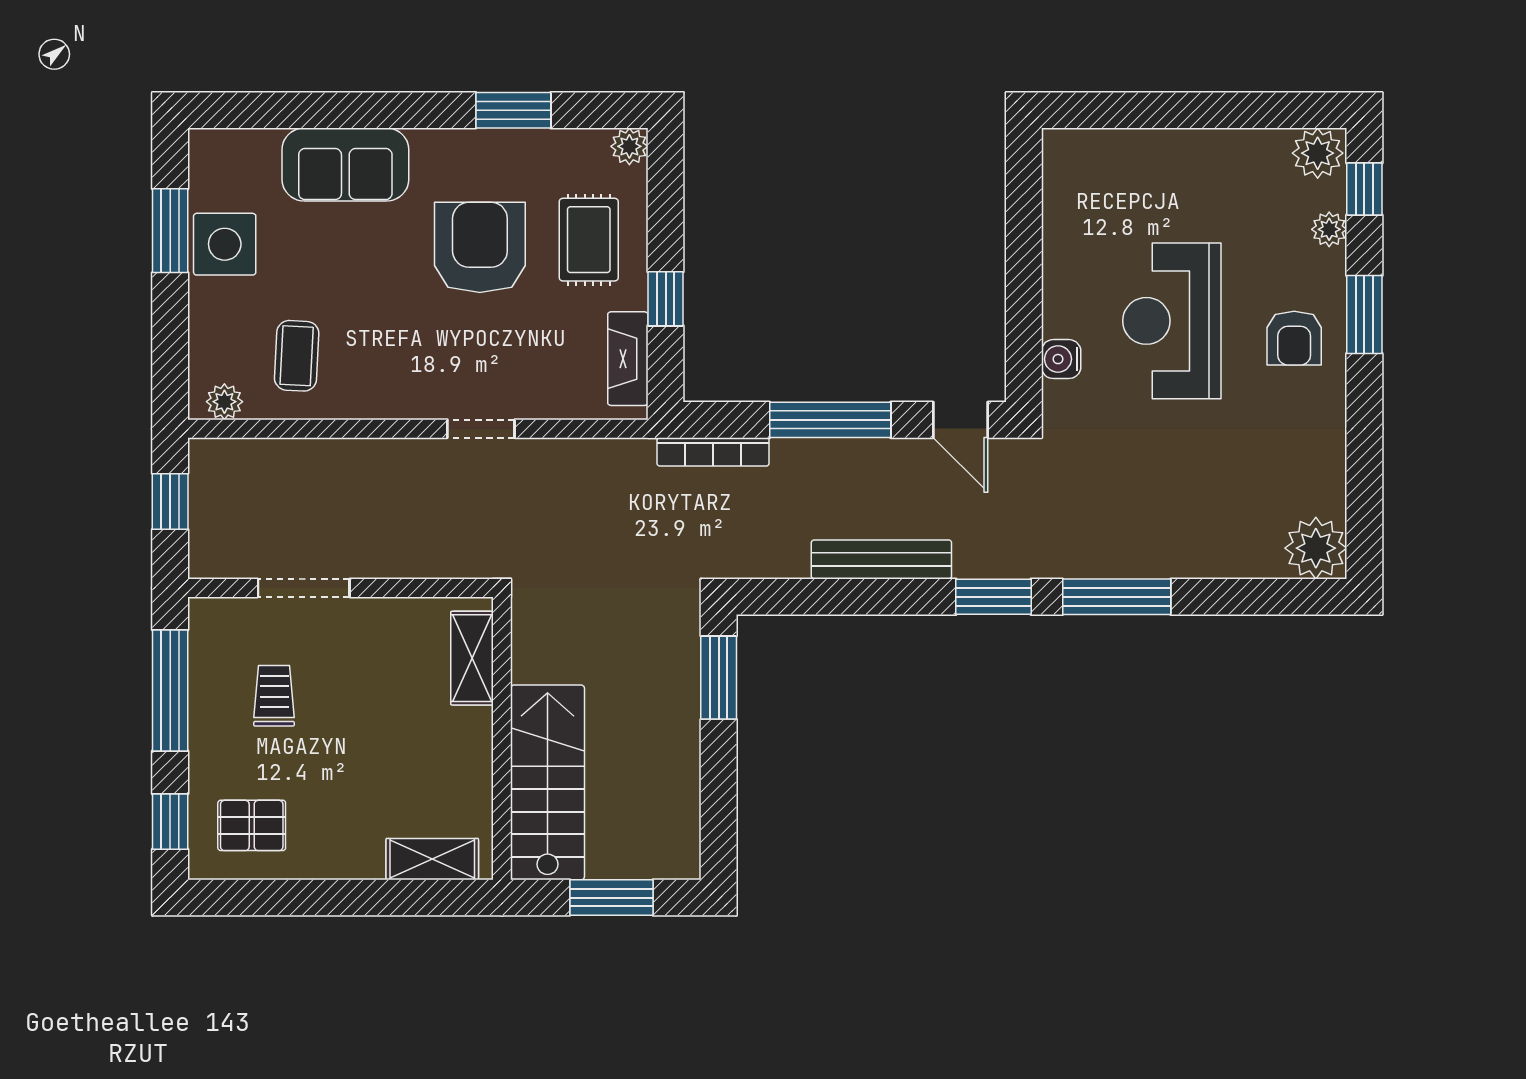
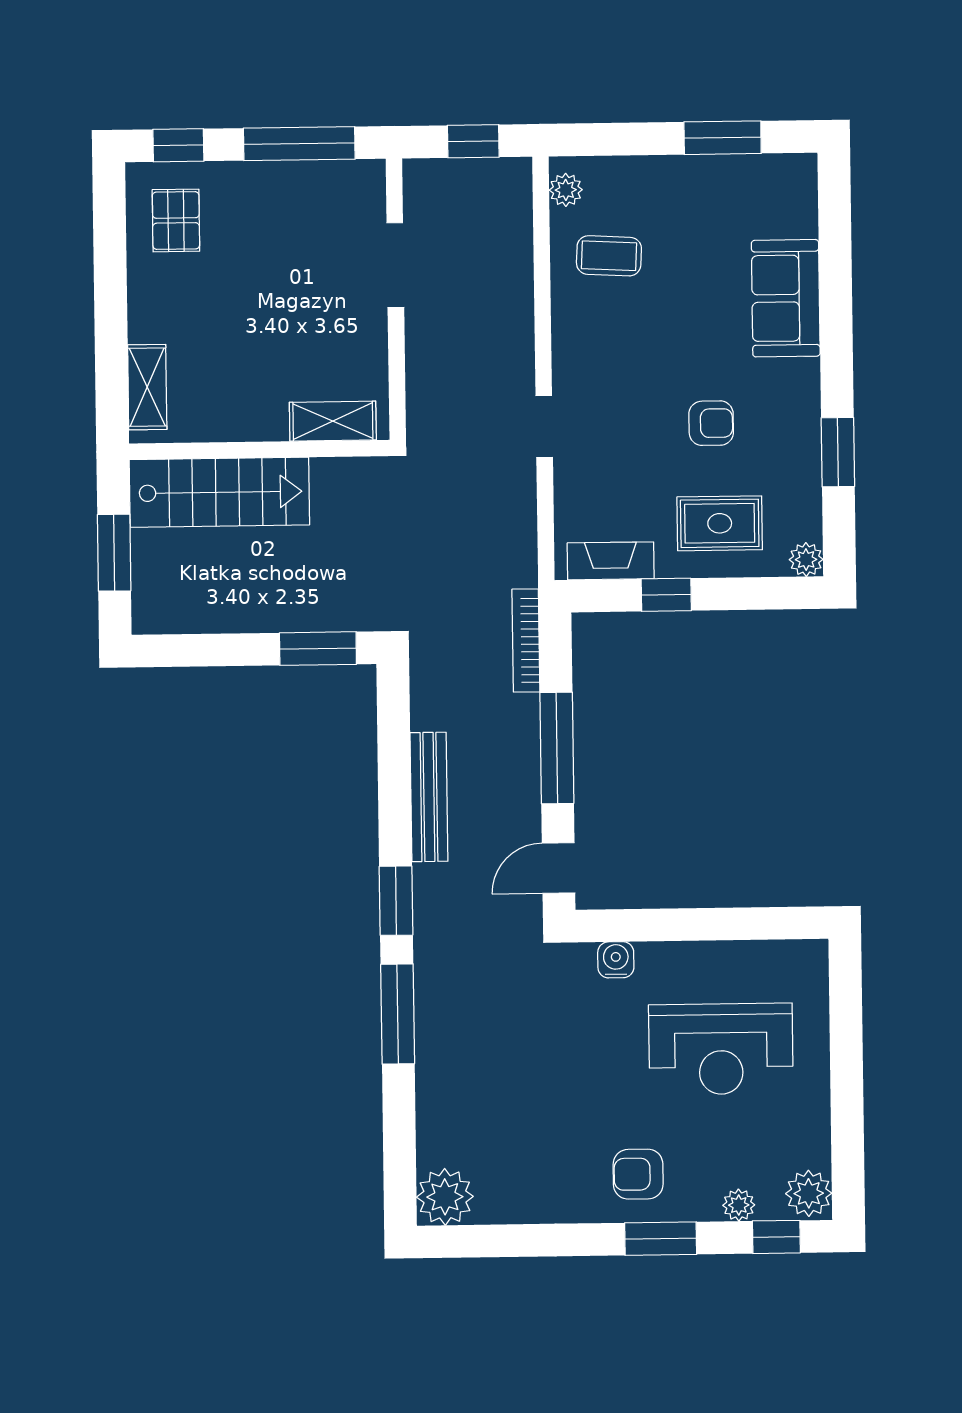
side table: (225, 244) -> (711, 188), removed
armchair: (480, 247) -> (711, 423), width x0.53, depth x0.53
reception desk: (1172, 321) -> (721, 1049), moved, turned 180
trolley: (274, 696) -> (296, 239), removed

